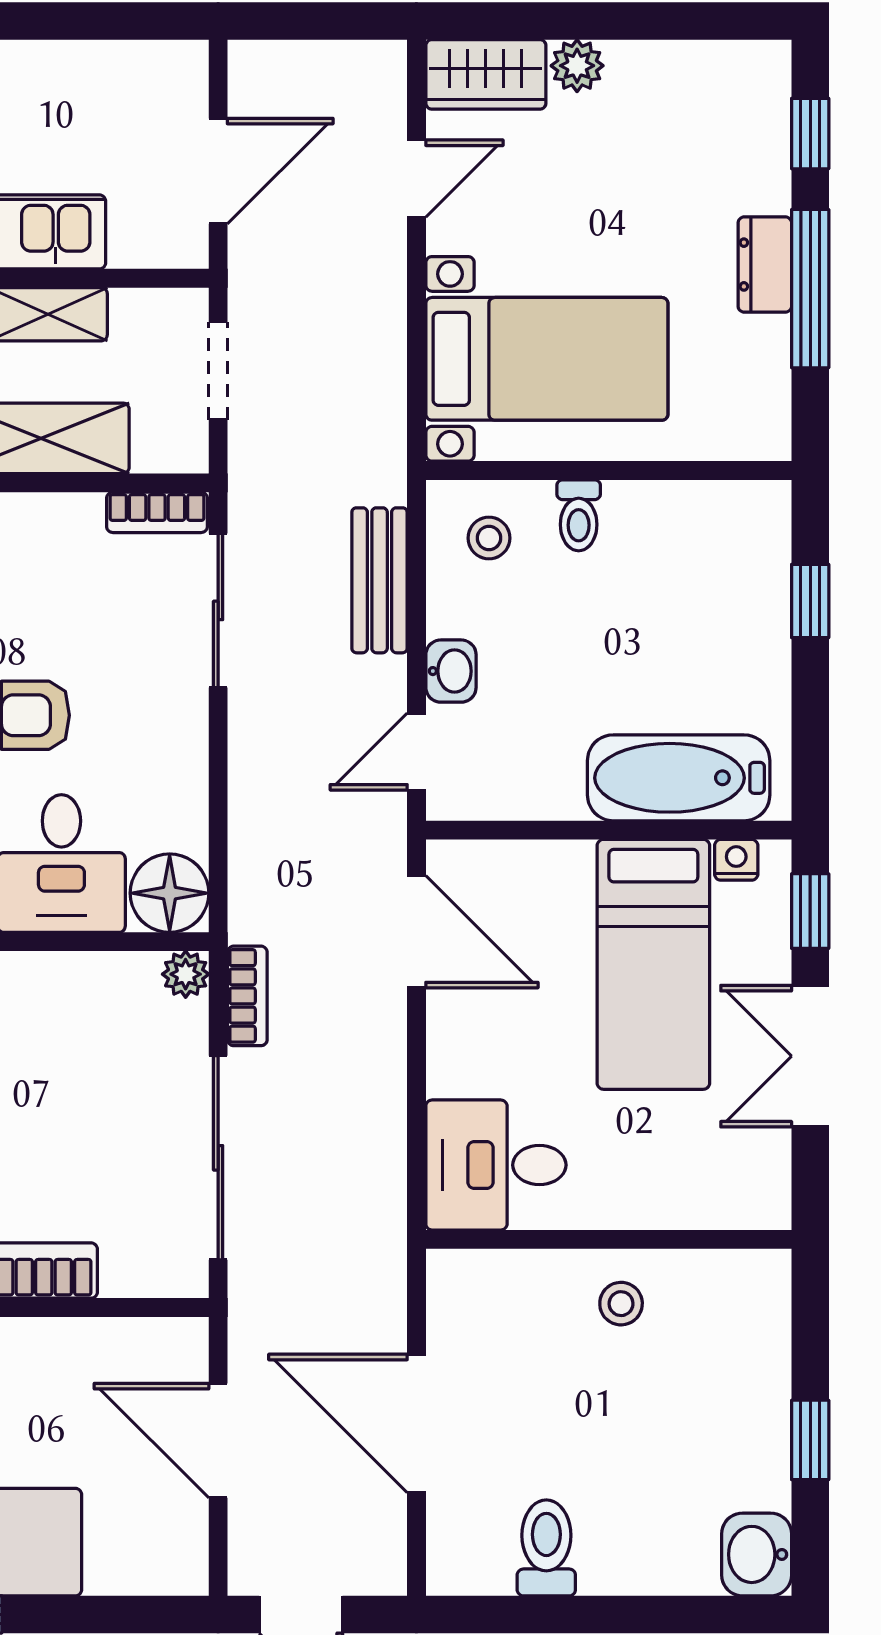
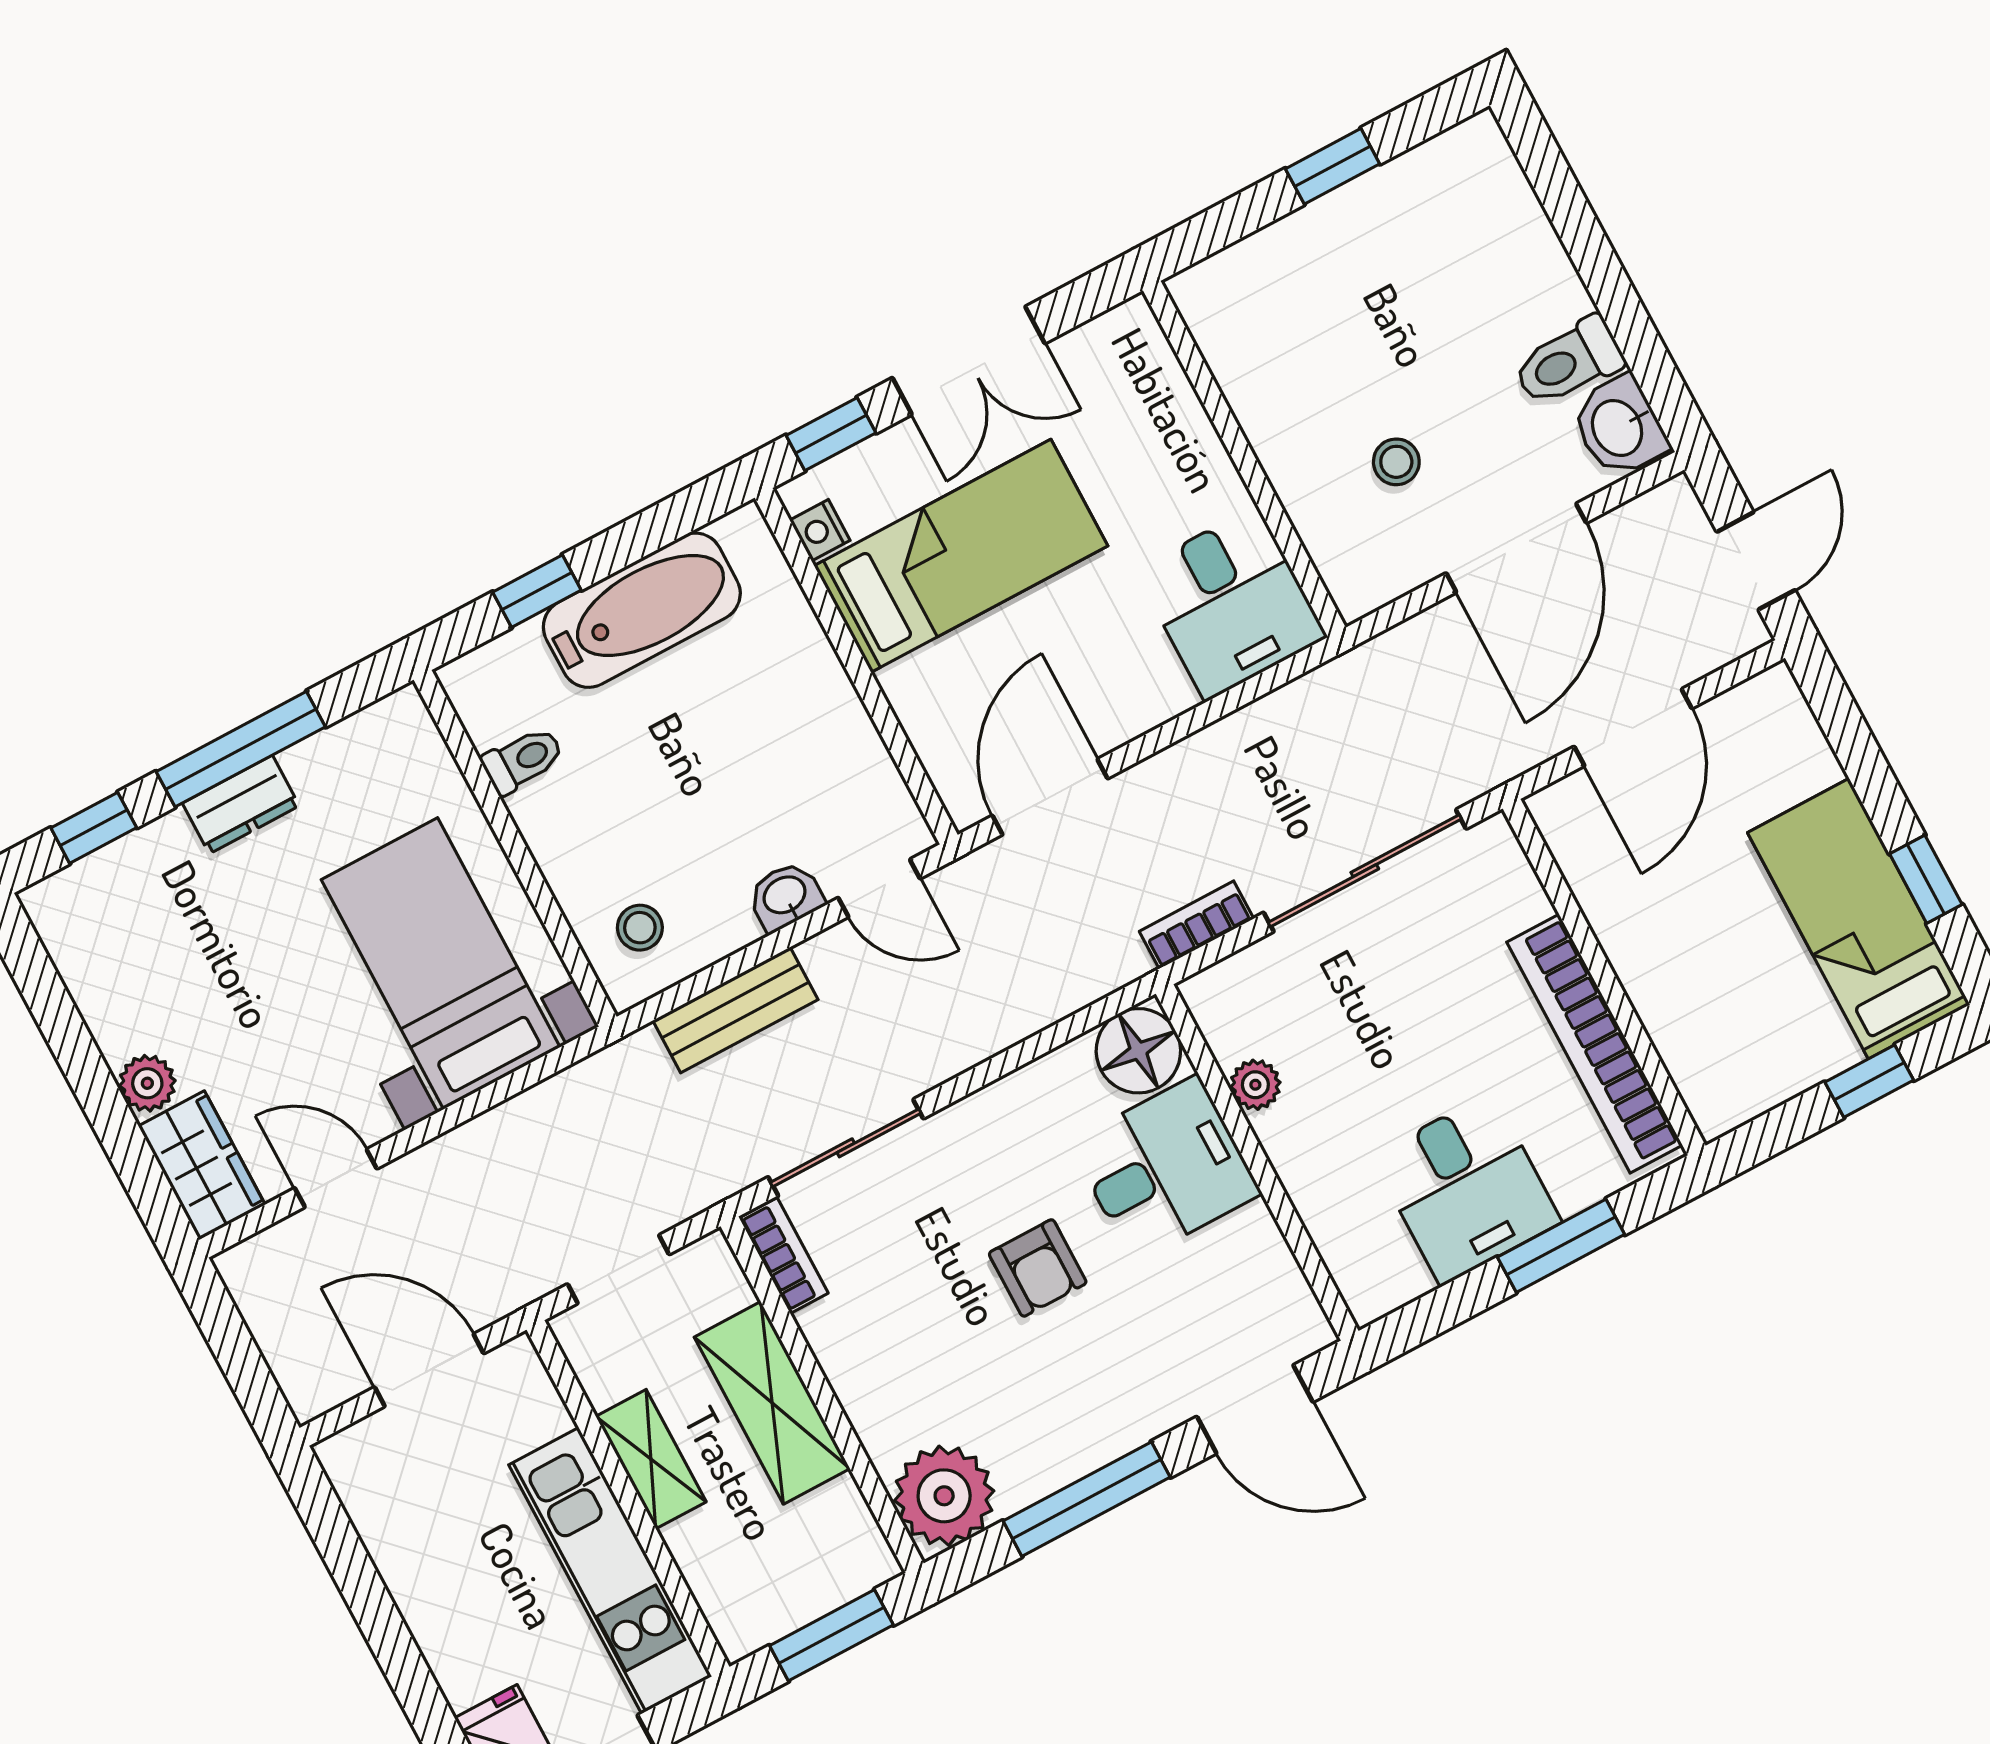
toilet: (579, 515) -> (523, 760), moved
bathtub: (679, 778) -> (642, 610), moved, turned -90
plant: (186, 974) -> (1255, 1085), moved
stool: (621, 1304) -> (1396, 462), moved
washbasin: (757, 1554) -> (1619, 427), moved, turned 90

